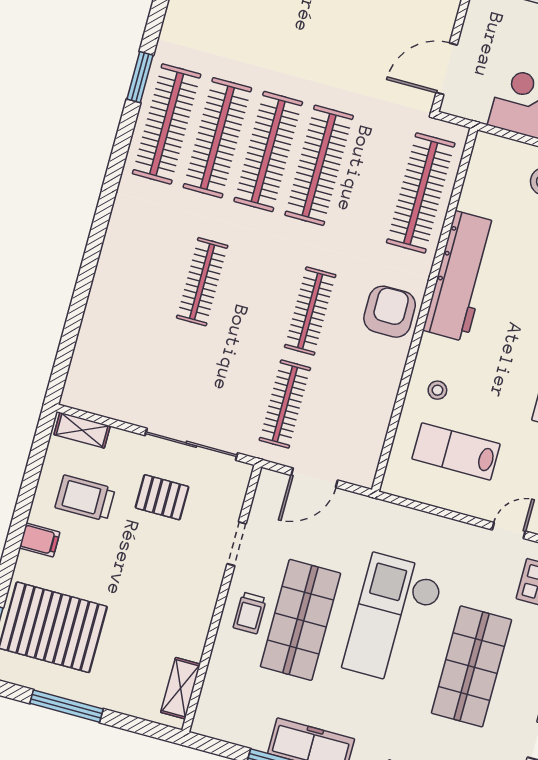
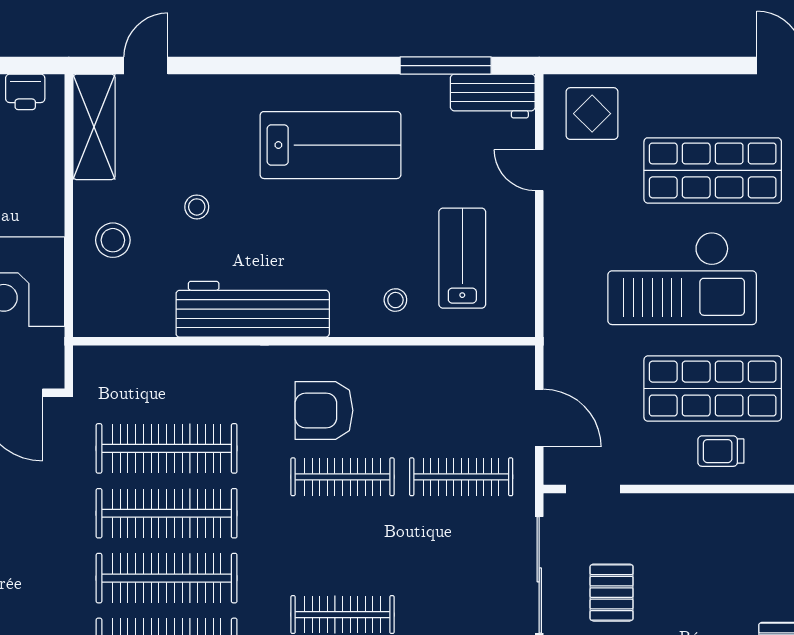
clothes rail: (421, 193) -> (167, 448), moved
armchair: (390, 312) -> (324, 410), moved
lab bench: (456, 451) -> (462, 258), turned 180
doorway: (237, 544) -> (593, 489), moved
trolley: (250, 613) -> (721, 451), turned 180

